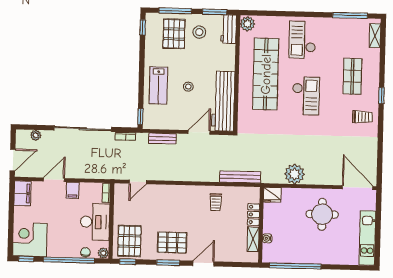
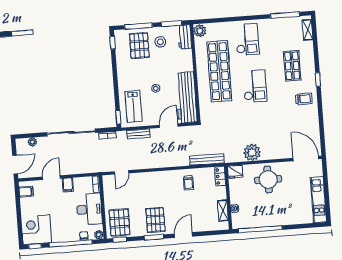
checkout: (302, 40) -> (247, 40), turned 180
lab bench: (158, 85) -> (133, 106), moved
filing cabinet: (22, 193) -> (26, 192), width x0.50
locker: (254, 214) -> (220, 176), moved
round table: (322, 214) -> (268, 180), moved
pallet: (172, 242) -> (156, 220), turned 90

